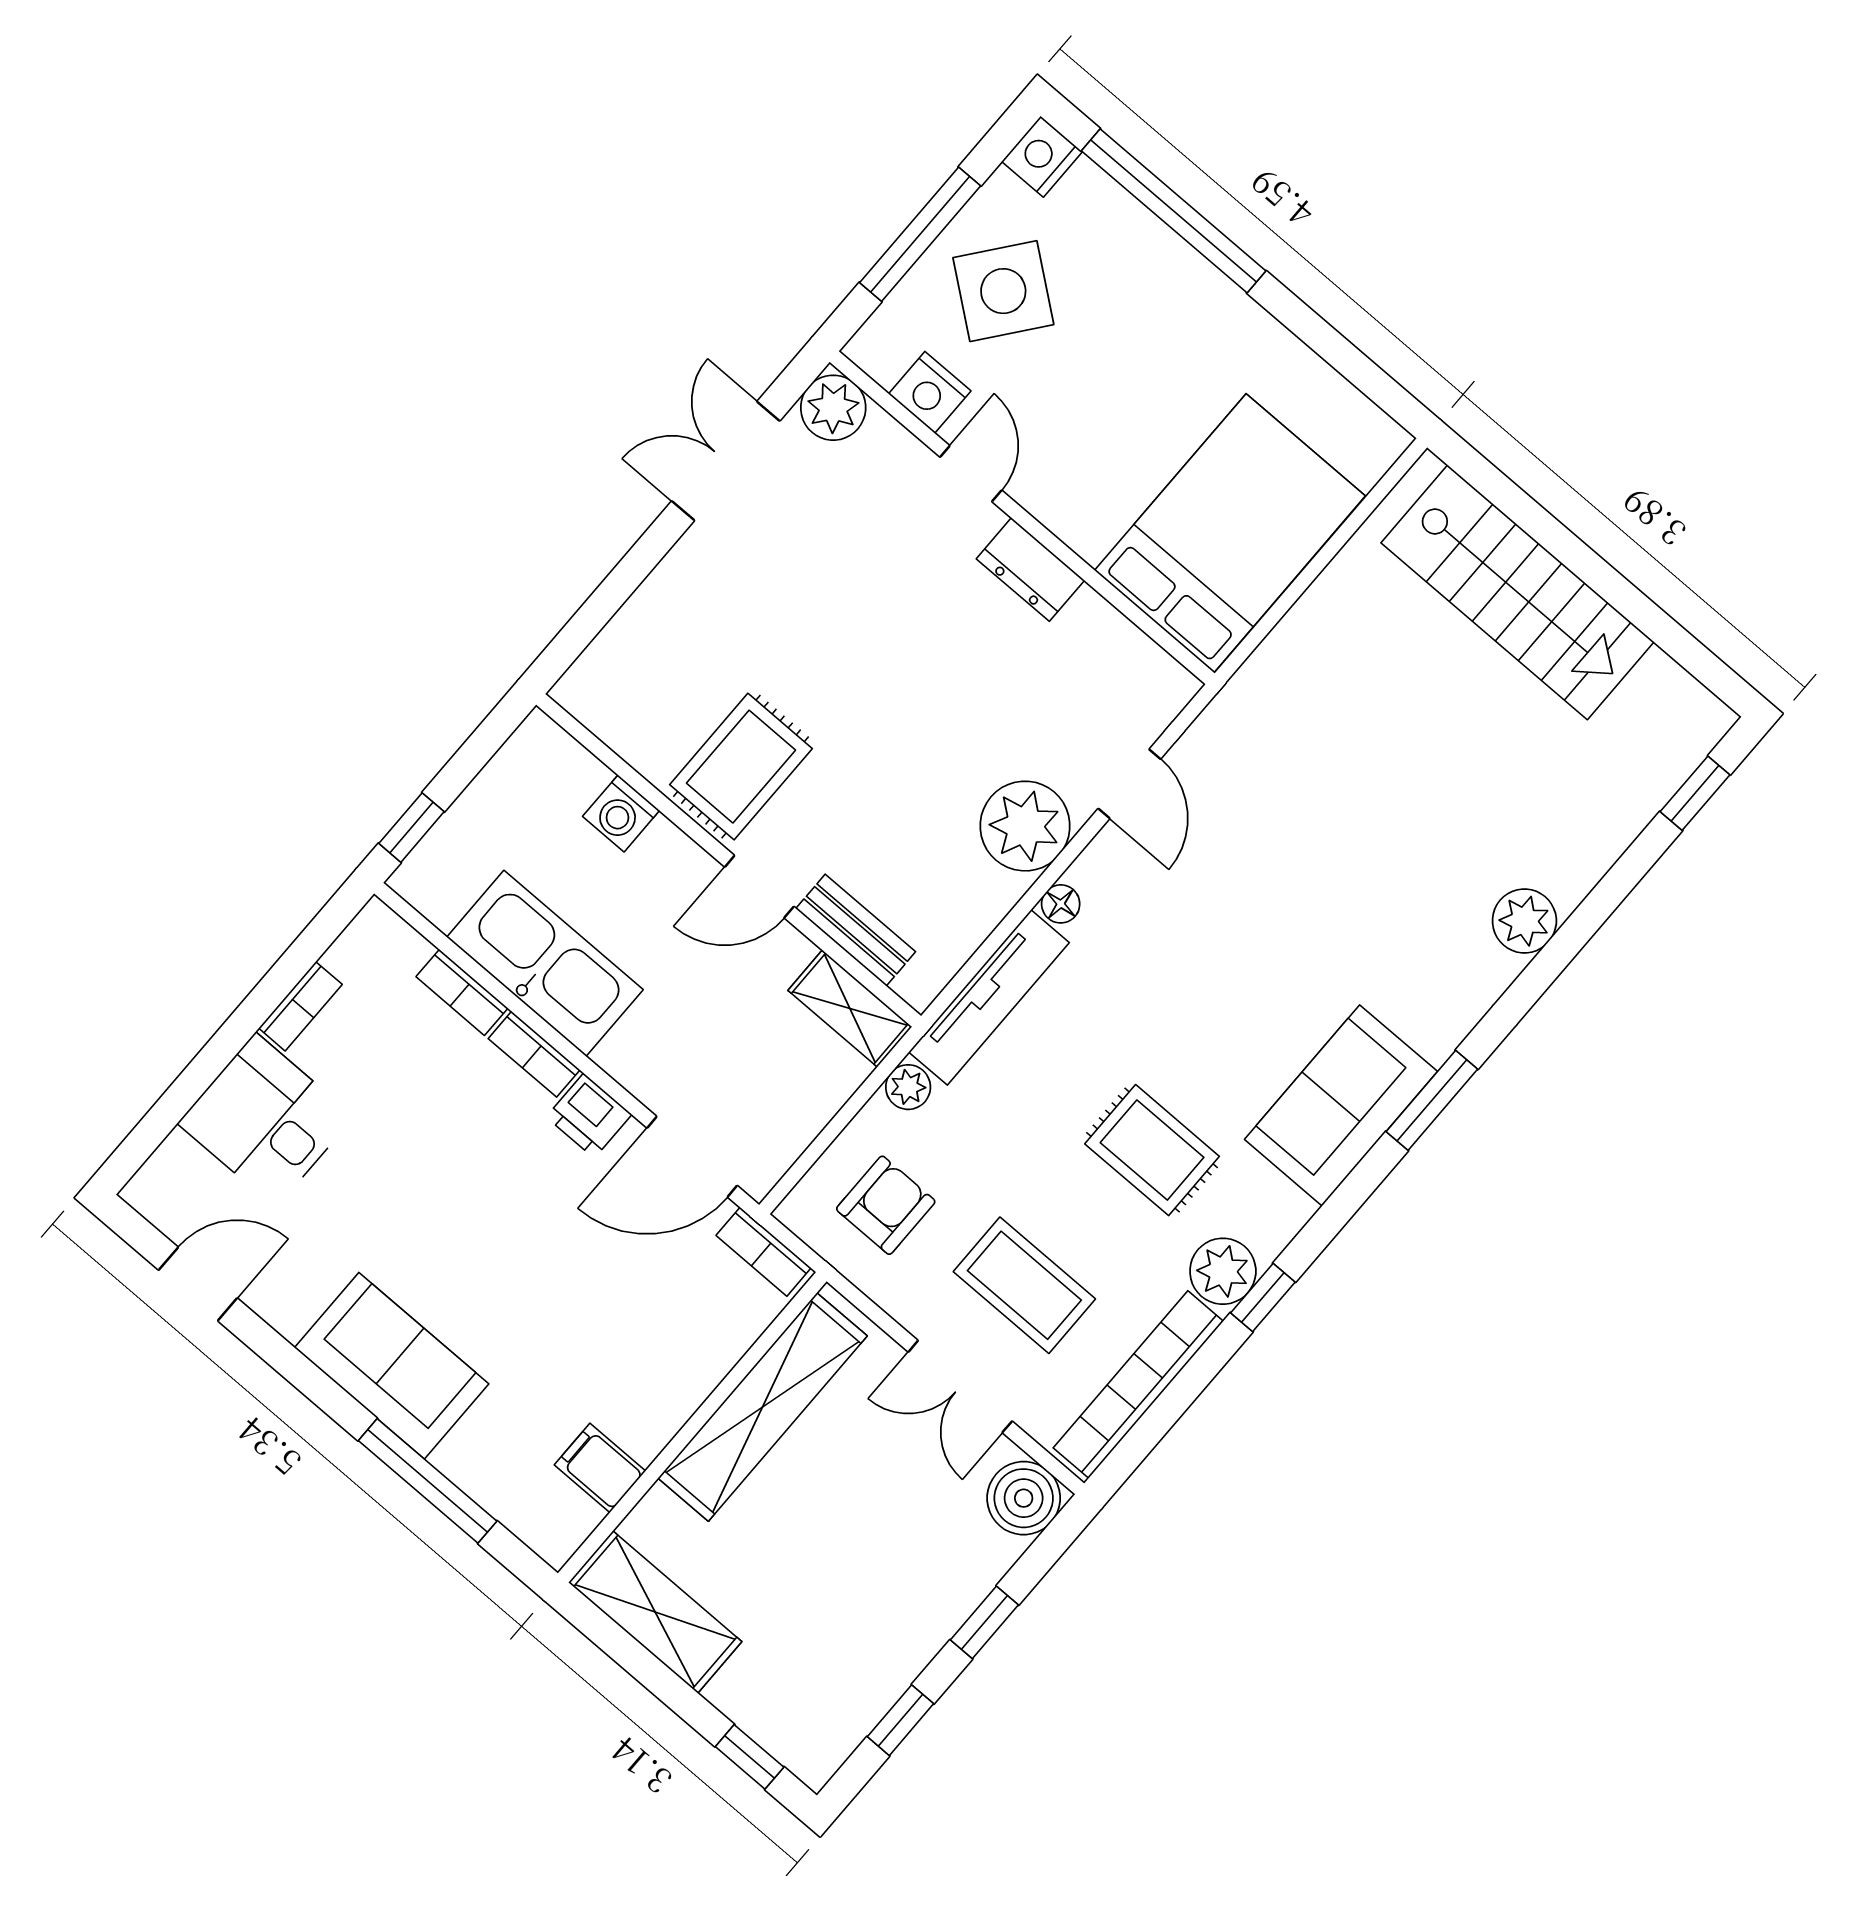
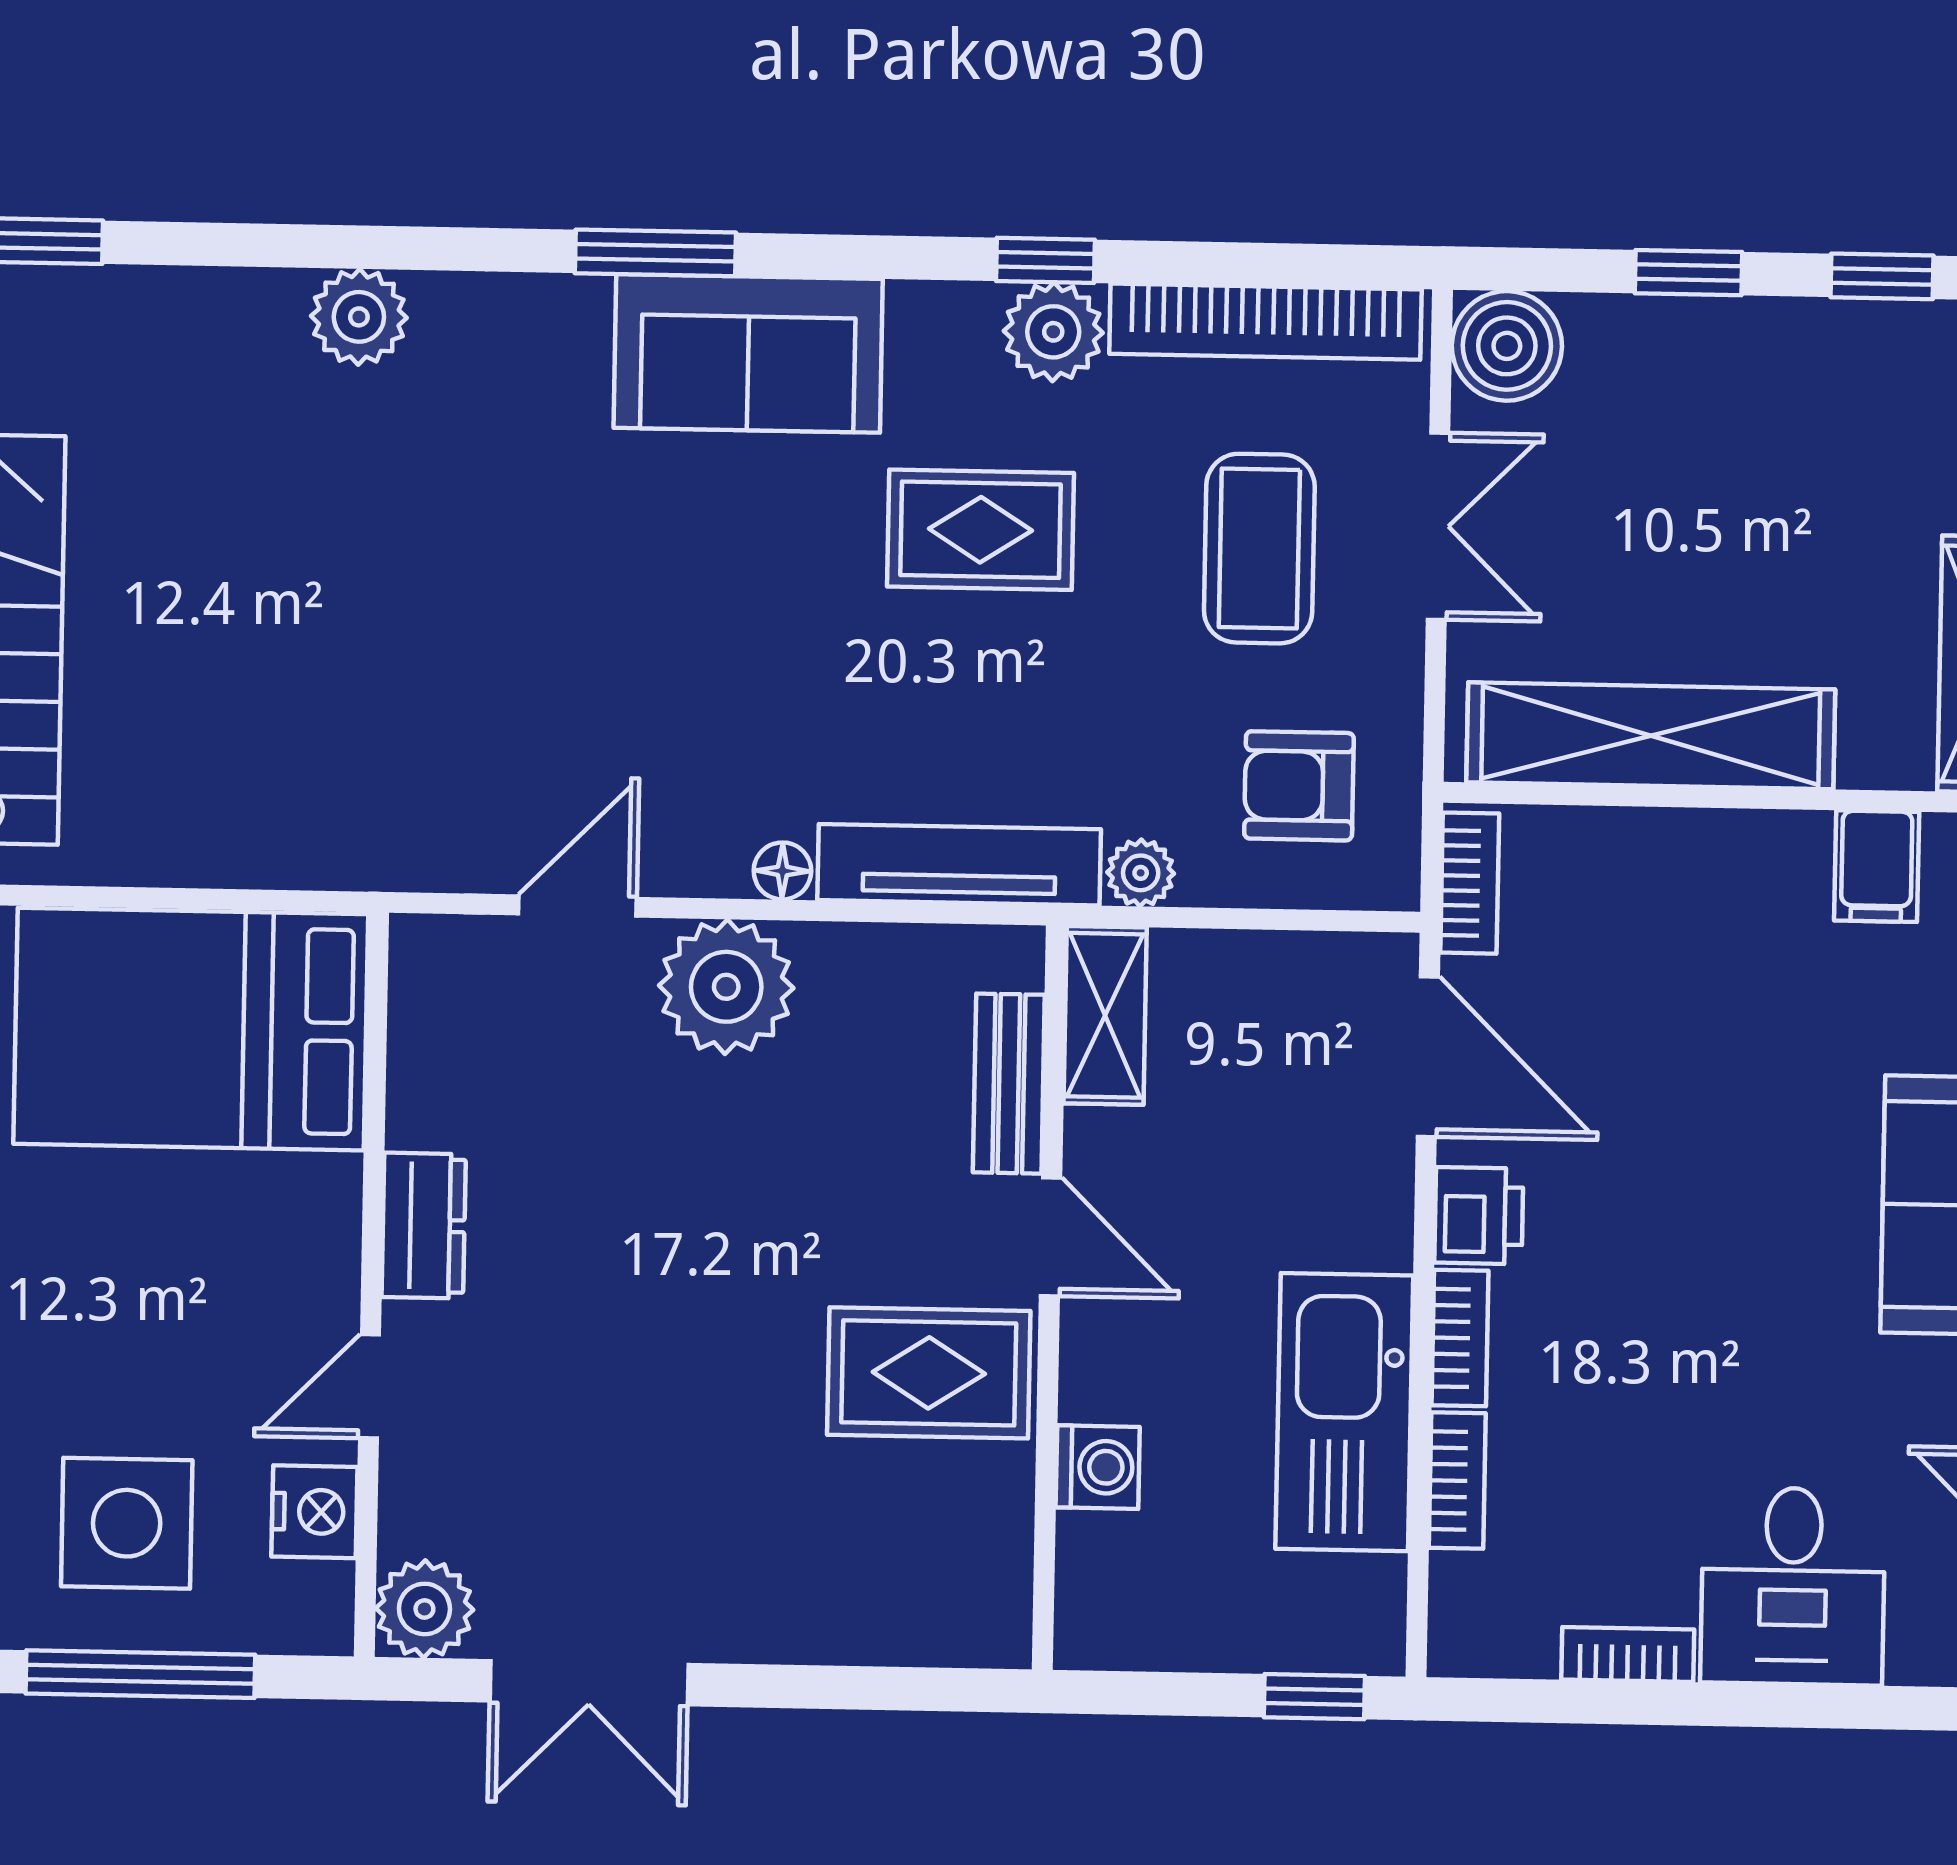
side table: (1003, 291) -> (127, 1523), turned -38
rug: (1152, 1150) -> (980, 530), turned 90

